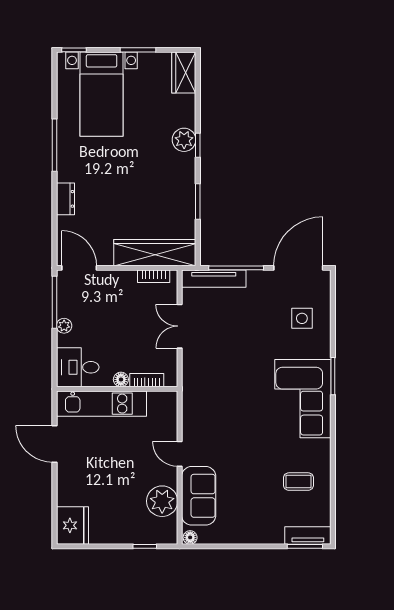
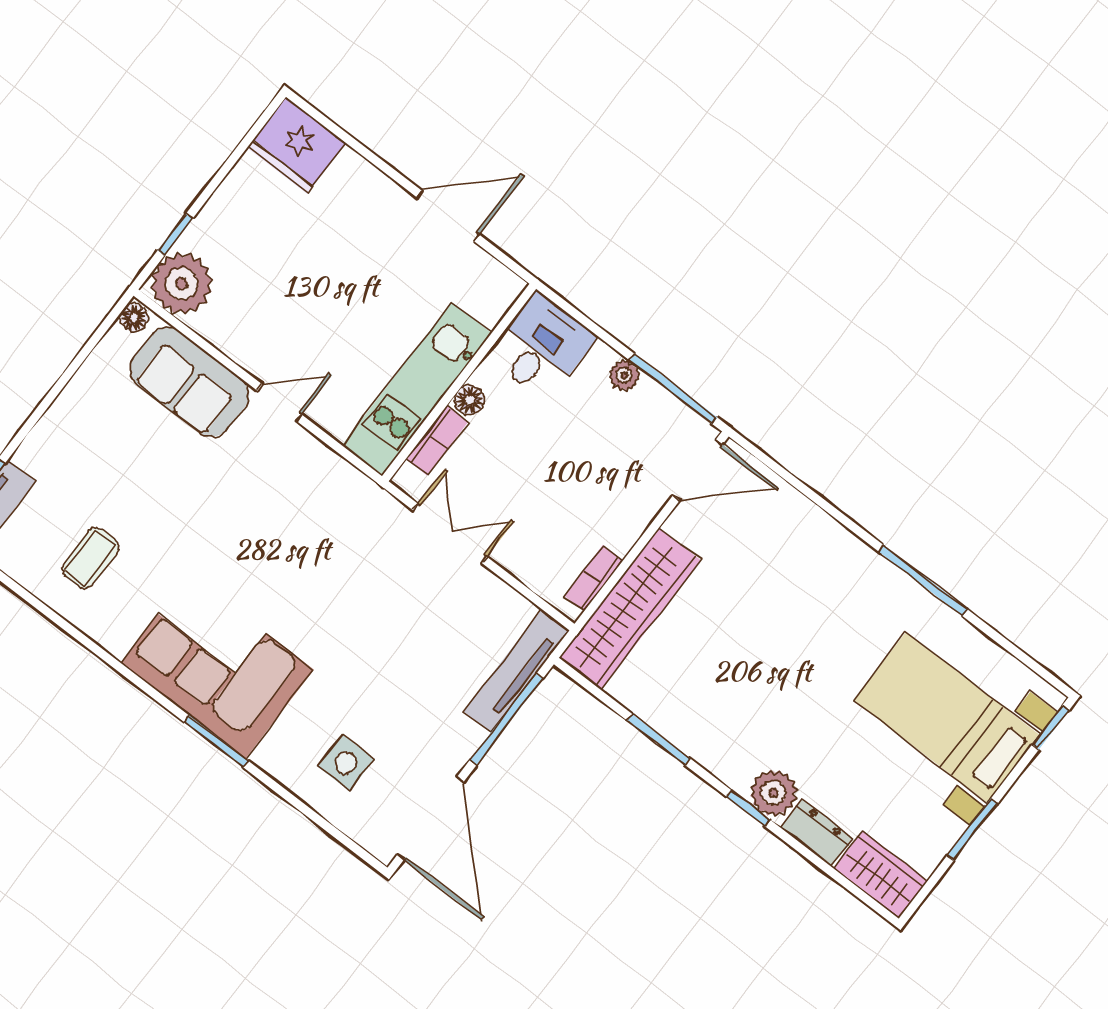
dresser: (65, 199) -> (817, 833), moved, turned 180
double door: (180, 326) -> (450, 533), moved
kitchen unit: (101, 404) -> (417, 389), moved
plant: (162, 501) -> (182, 284), moved

